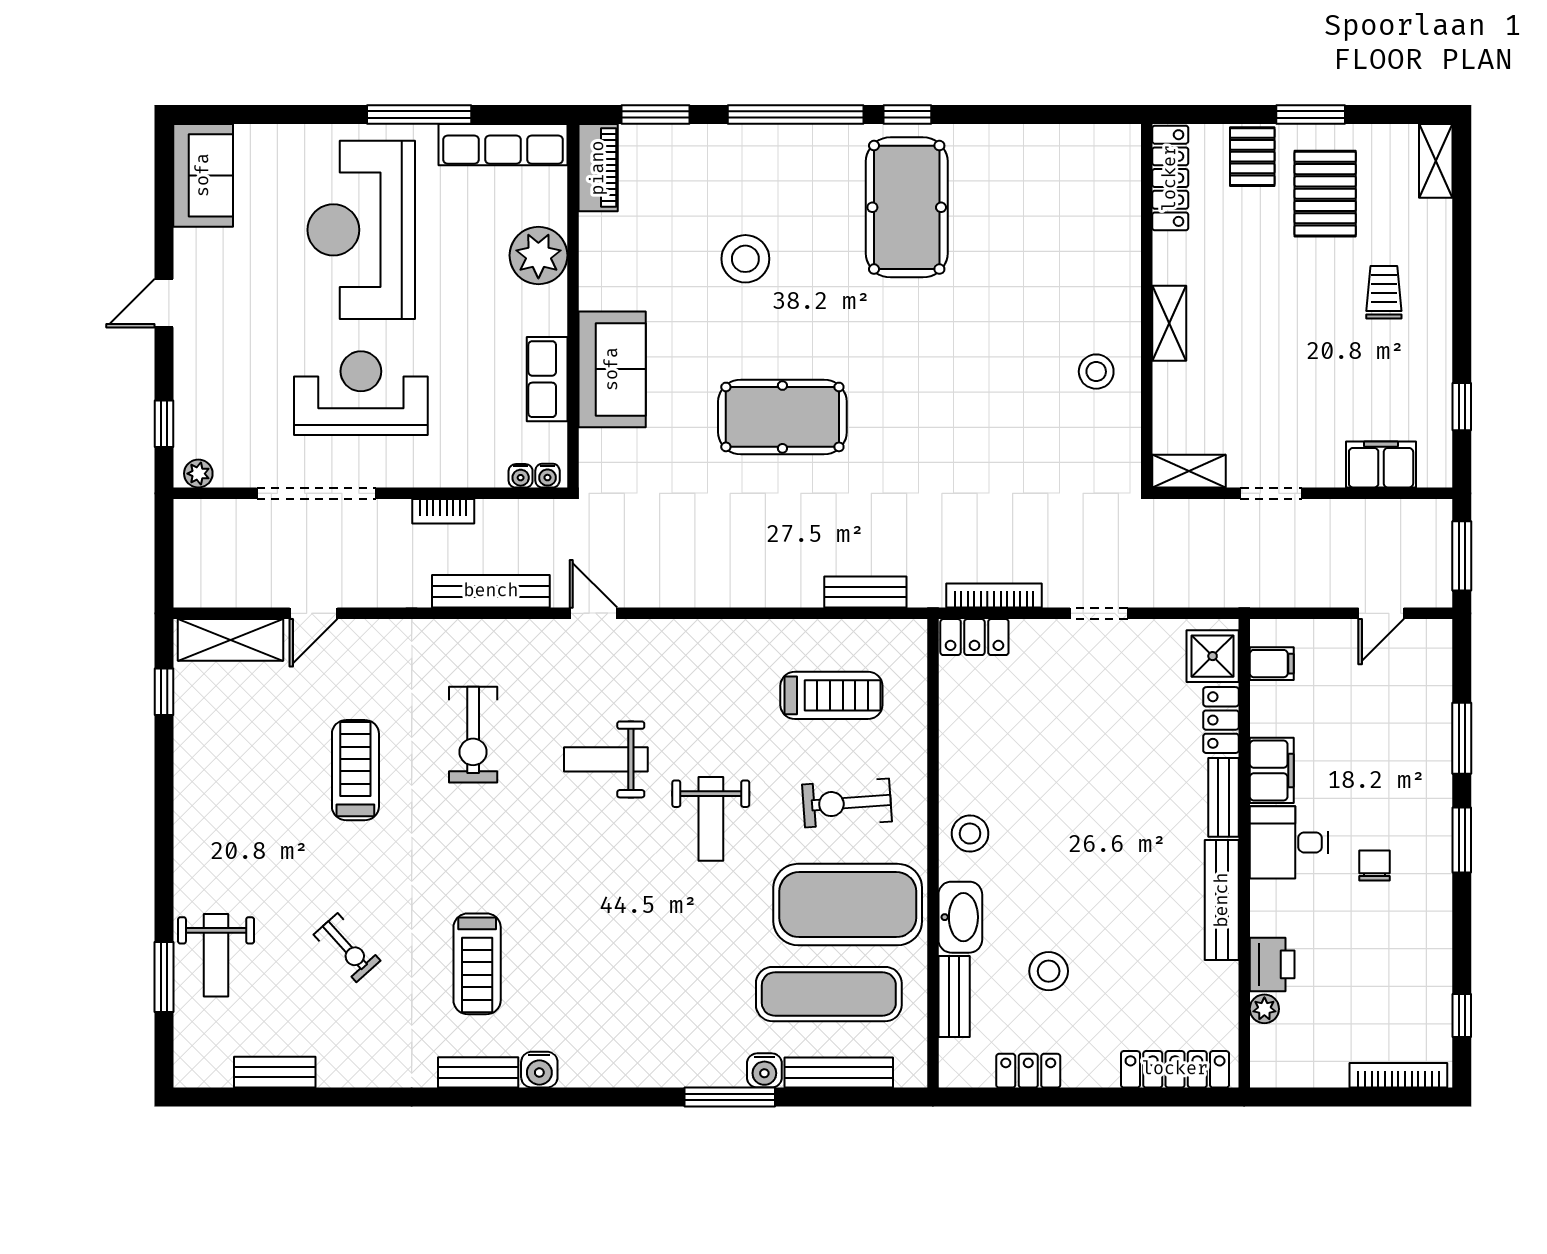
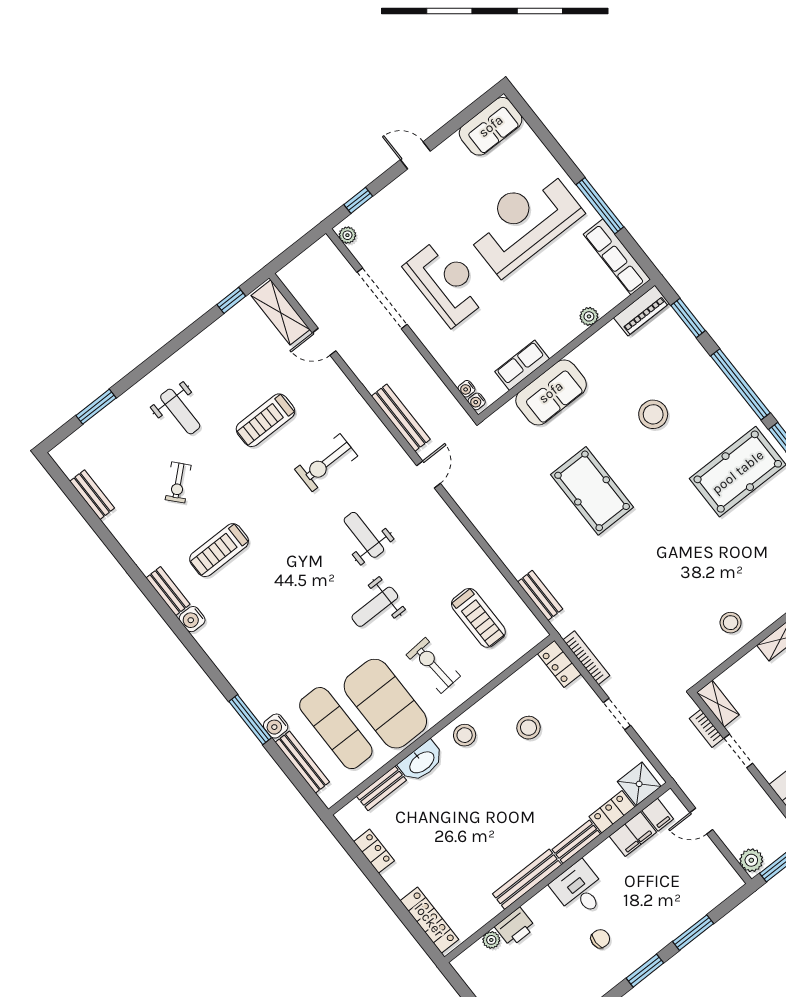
plant: (538, 255) -> (589, 316), width x0.53, depth x0.53
bookcase: (443, 511) -> (707, 728), moved
plant: (1427, 588) -> (751, 860), added
door: (1381, 613) -> (701, 821), moved
treadmill: (355, 770) -> (265, 420), turned 180
filing cabinet: (1272, 770) -> (633, 834), moved
weight bench: (216, 955) -> (180, 412), moved, turned -90
stool: (1049, 971) -> (528, 728), moved

